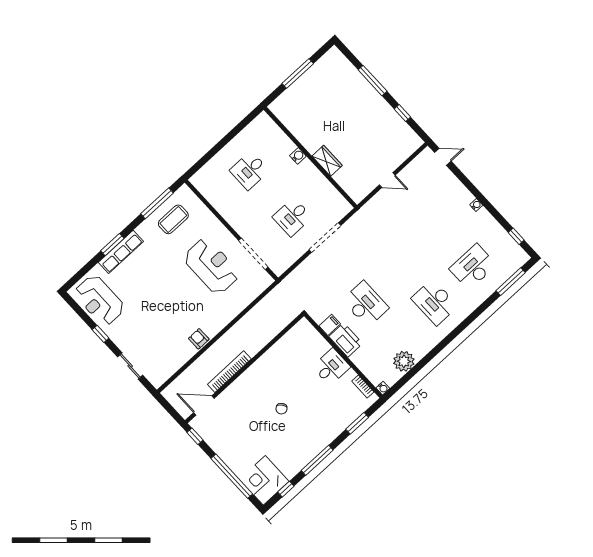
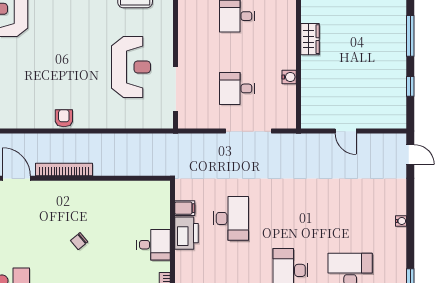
water cooler: (298, 156) -> (289, 77), moved
wardrobe: (327, 161) -> (310, 39), moved

